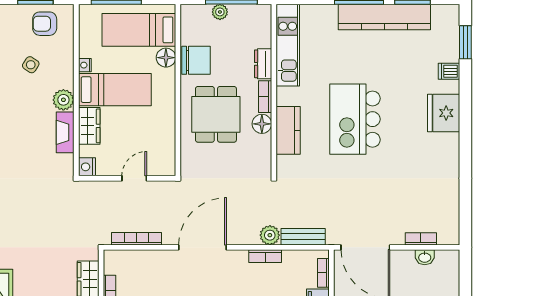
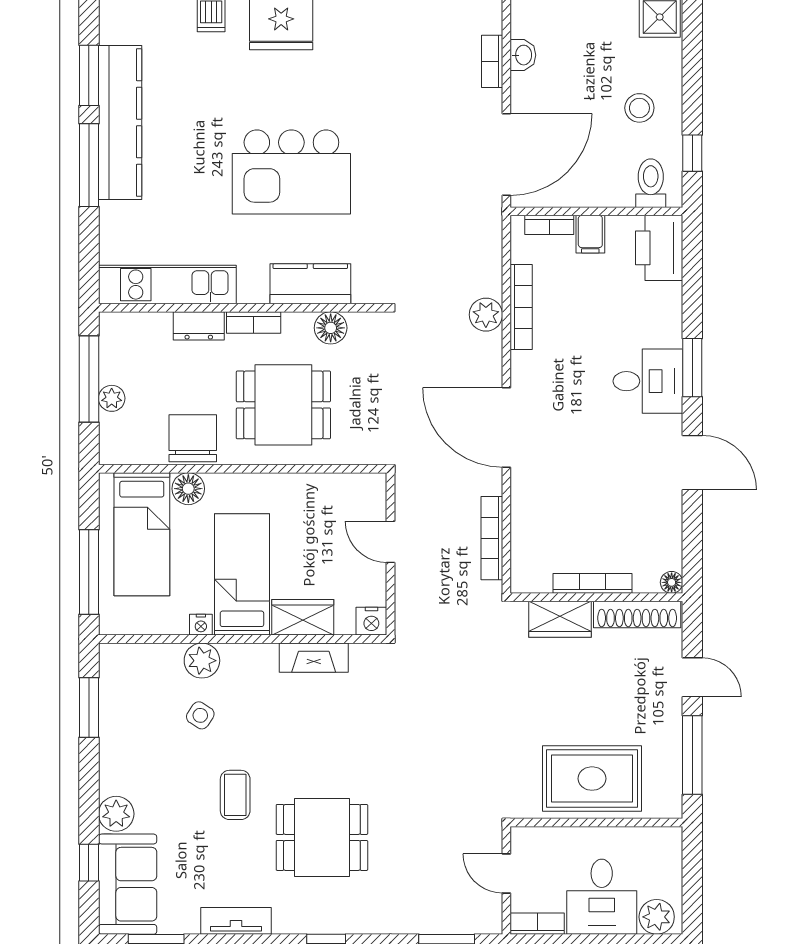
armchair: (45, 24) -> (131, 692), removed
plant: (63, 100) -> (202, 661), moved
floor lamp: (262, 124) -> (331, 328), moved
bench: (303, 237) -> (488, 259), removed
bookcase: (265, 256) -> (521, 307), width x1.56

